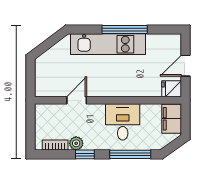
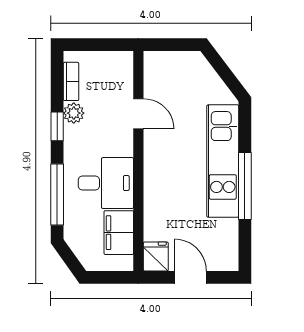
filing cabinet: (172, 119) -> (119, 233), moved, turned -90

